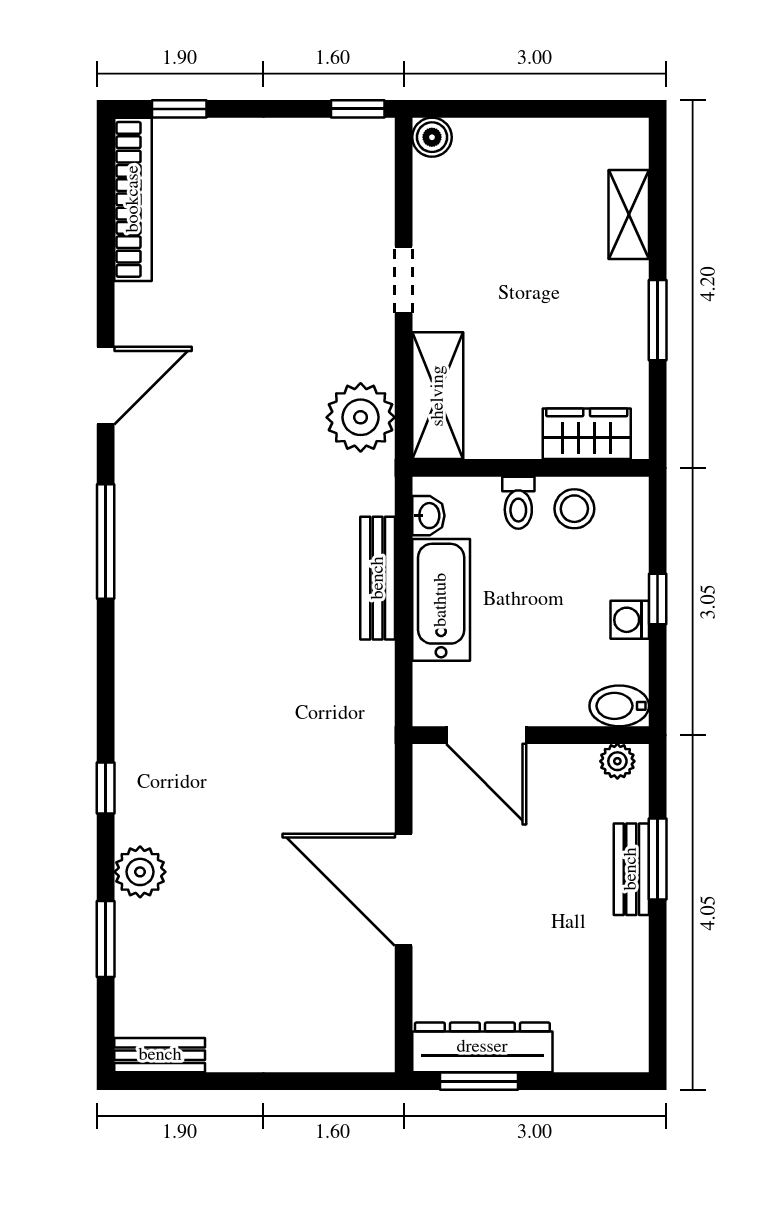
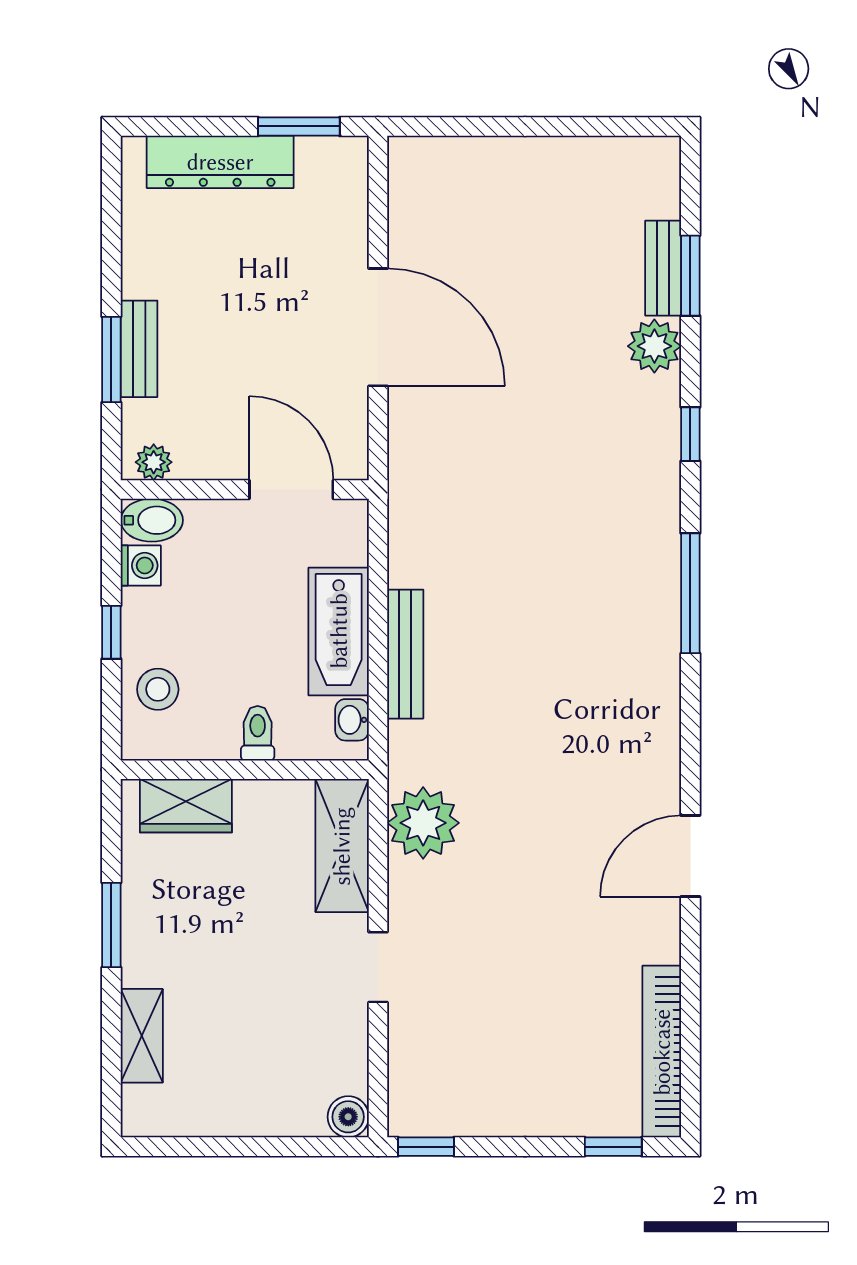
stool: (574, 509) -> (158, 689), moved
window: (106, 541) -> (690, 593), moved
washing machine: (630, 620) -> (141, 565), moved
dresser: (482, 1047) -> (220, 162), moved
bench: (160, 1055) -> (663, 268), moved, turned 90

